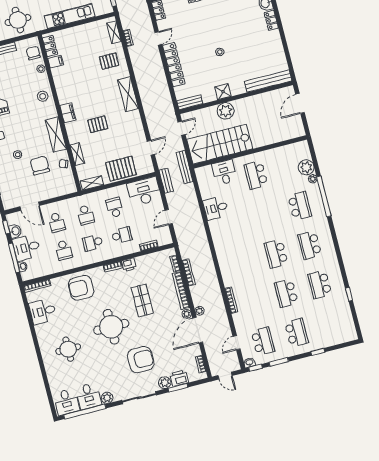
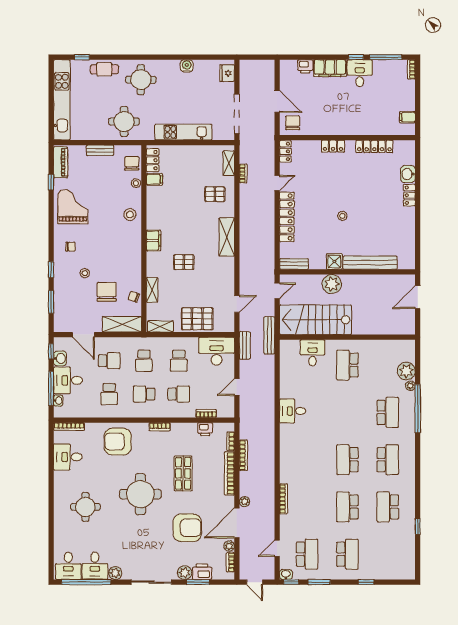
bench: (268, 81) -> (370, 263), moved
shelving: (56, 135) -> (122, 324), moved, turned 90
school desk: (115, 207) -> (179, 361), turned 180
desk: (216, 208) -> (293, 411), moved
school desk: (57, 222) -> (109, 361), turned -90
school desk: (310, 245) -> (388, 460), turned 180
printer: (129, 265) -> (205, 429), moved
plant: (187, 314) -> (229, 546), moved
armchair: (141, 360) -> (187, 528), moved

